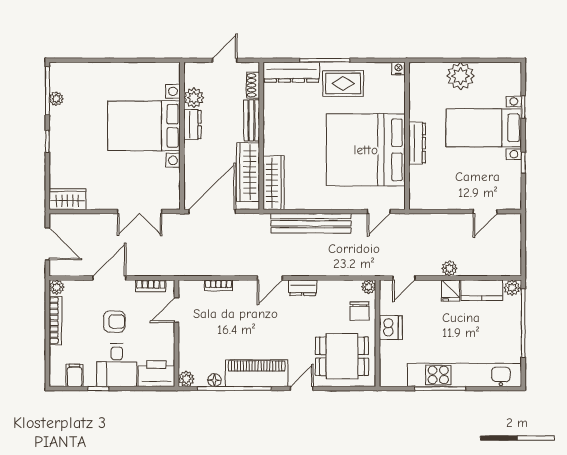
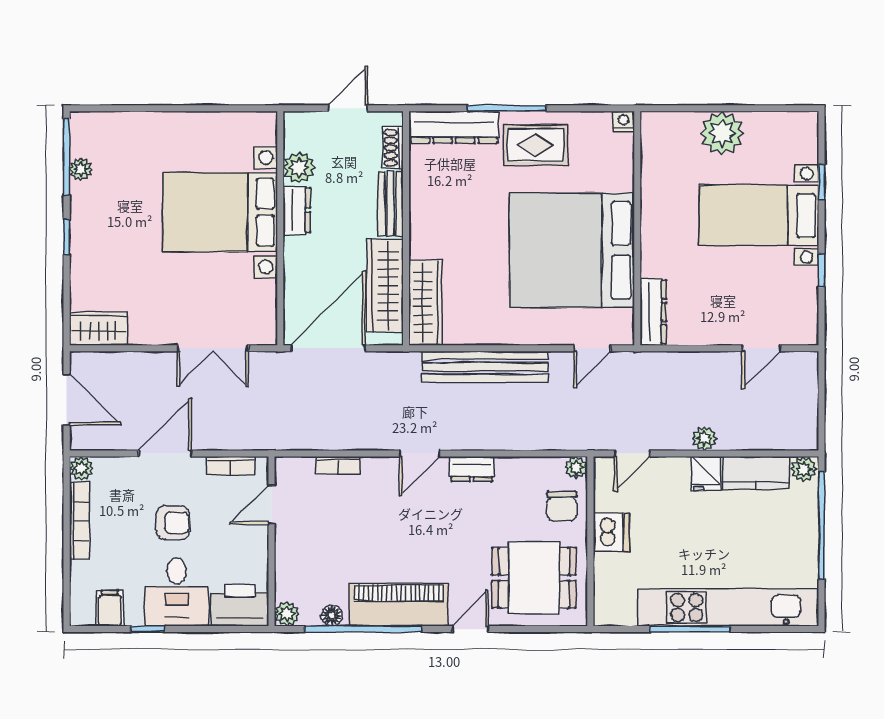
dresser: (417, 143) -> (653, 312), moved

